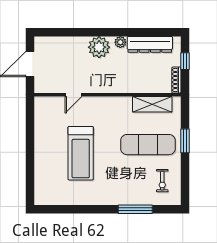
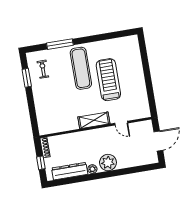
door: (74, 95) -> (121, 123), swing flipped
shelving: (152, 104) -> (94, 120), moved
window: (185, 141) -> (27, 78), moved
exercise mat: (148, 145) -> (81, 68), moved, turned 90

